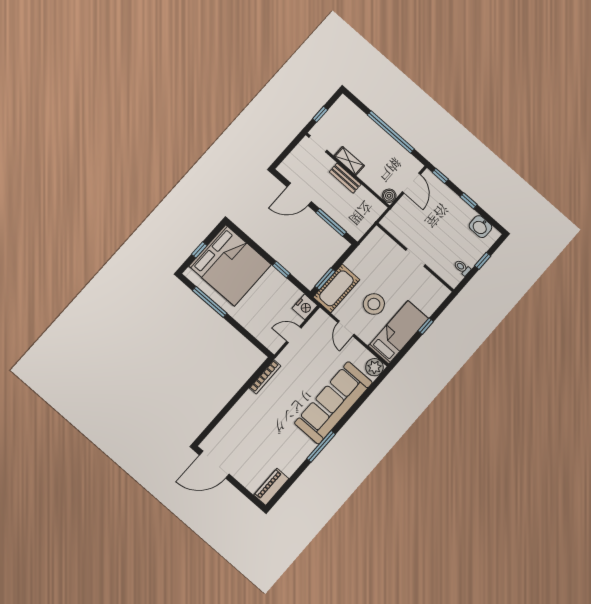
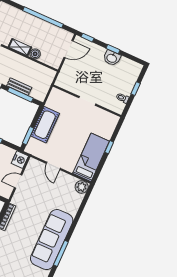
bench: (345, 178) -> (19, 87), moved
door: (411, 183) -> (69, 49), hinge flipped
boiler: (389, 196) -> (35, 54), moved
washbasin: (480, 227) -> (112, 58), moved
cot: (336, 288) -> (45, 125), moved
stool: (374, 304) -> (68, 143), removed
sofa: (333, 403) -> (52, 240), moved

